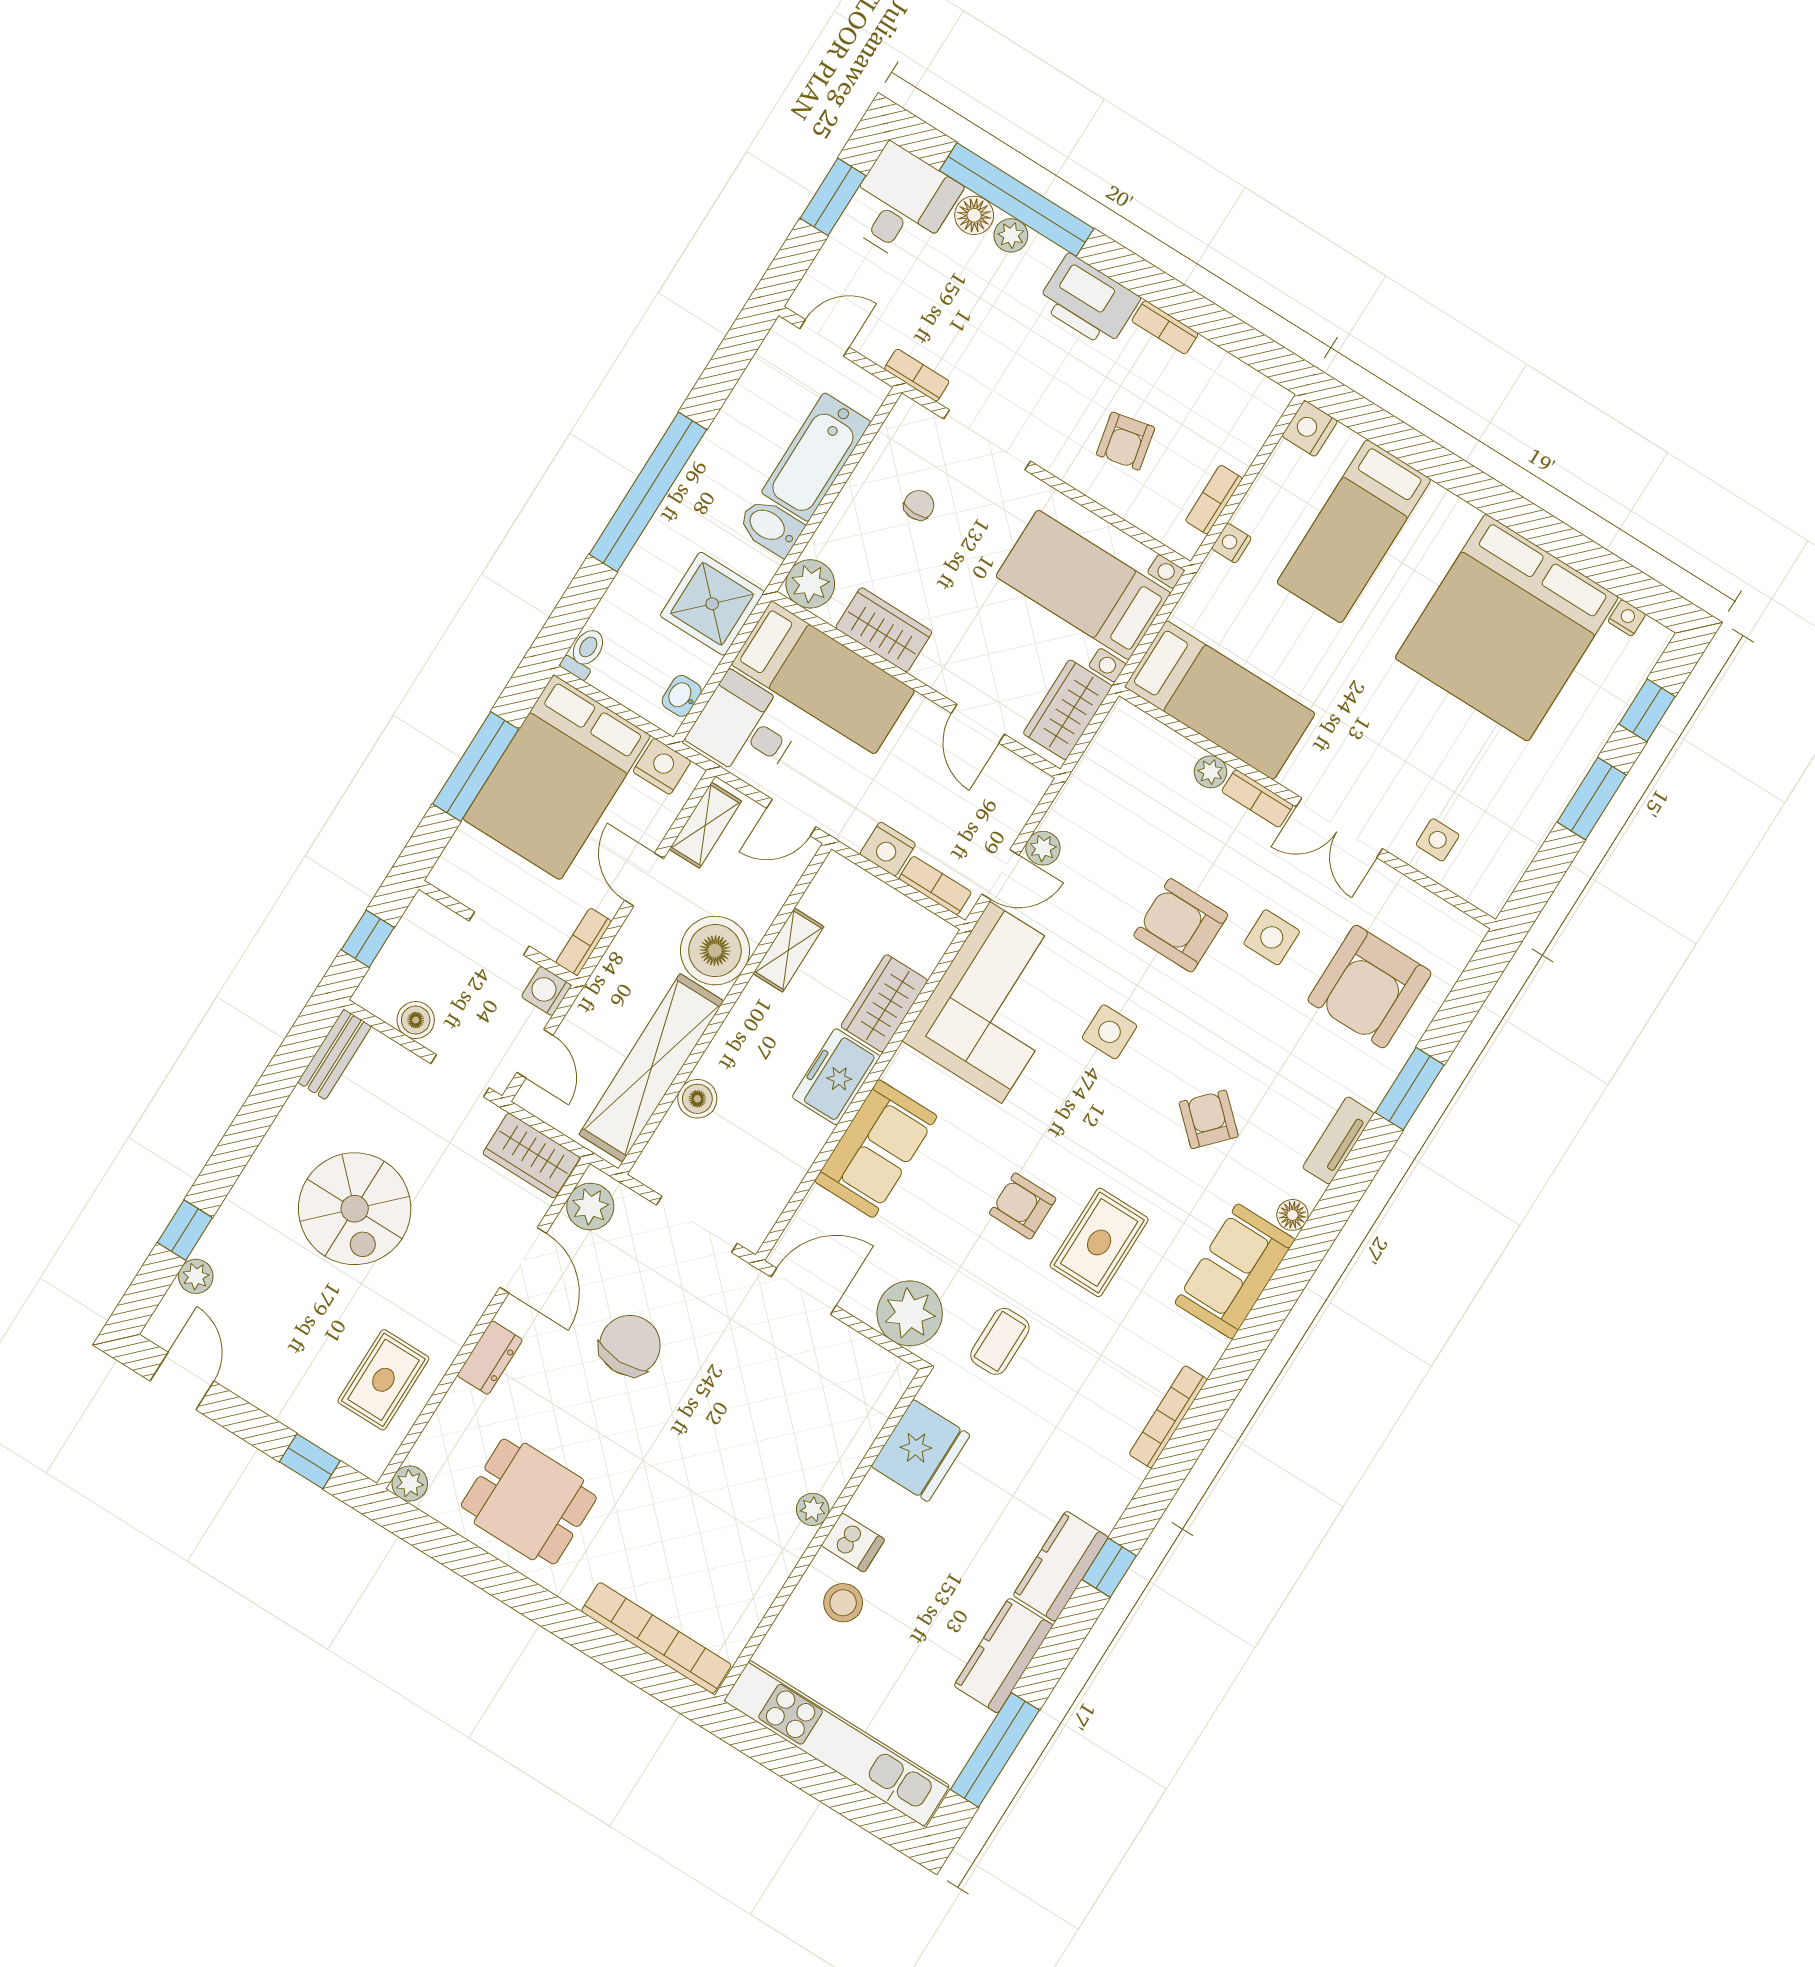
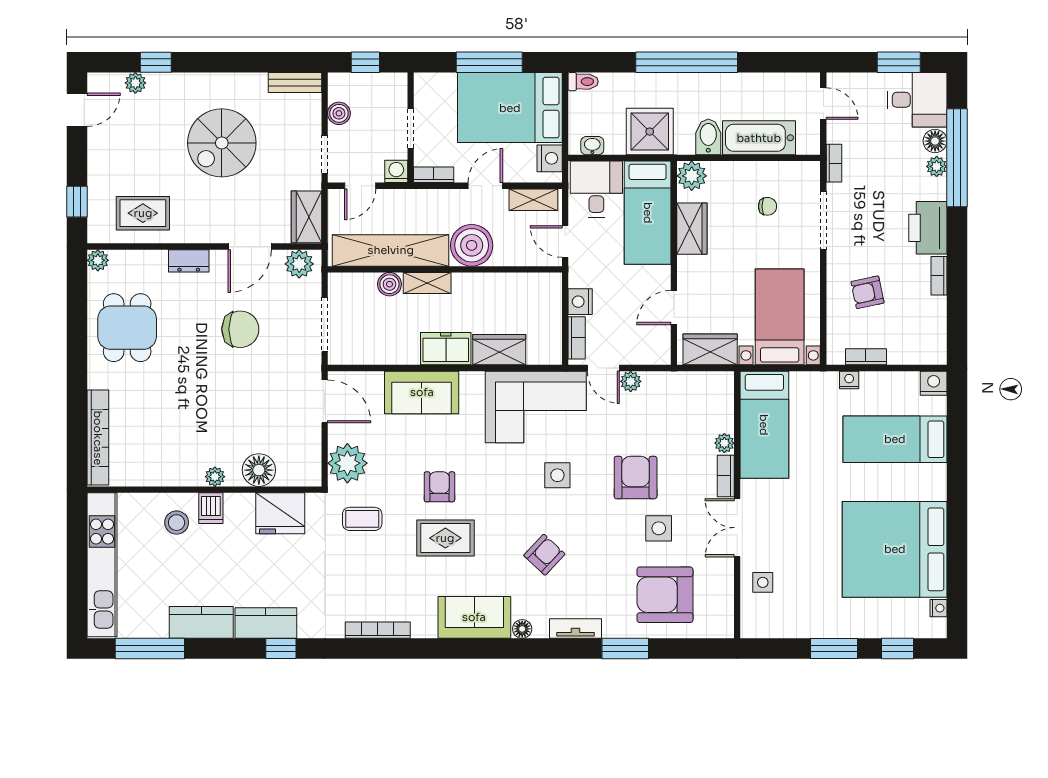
shelving: (788, 950) -> (427, 283), moved
floor lamp: (842, 1443) -> (259, 470), added

